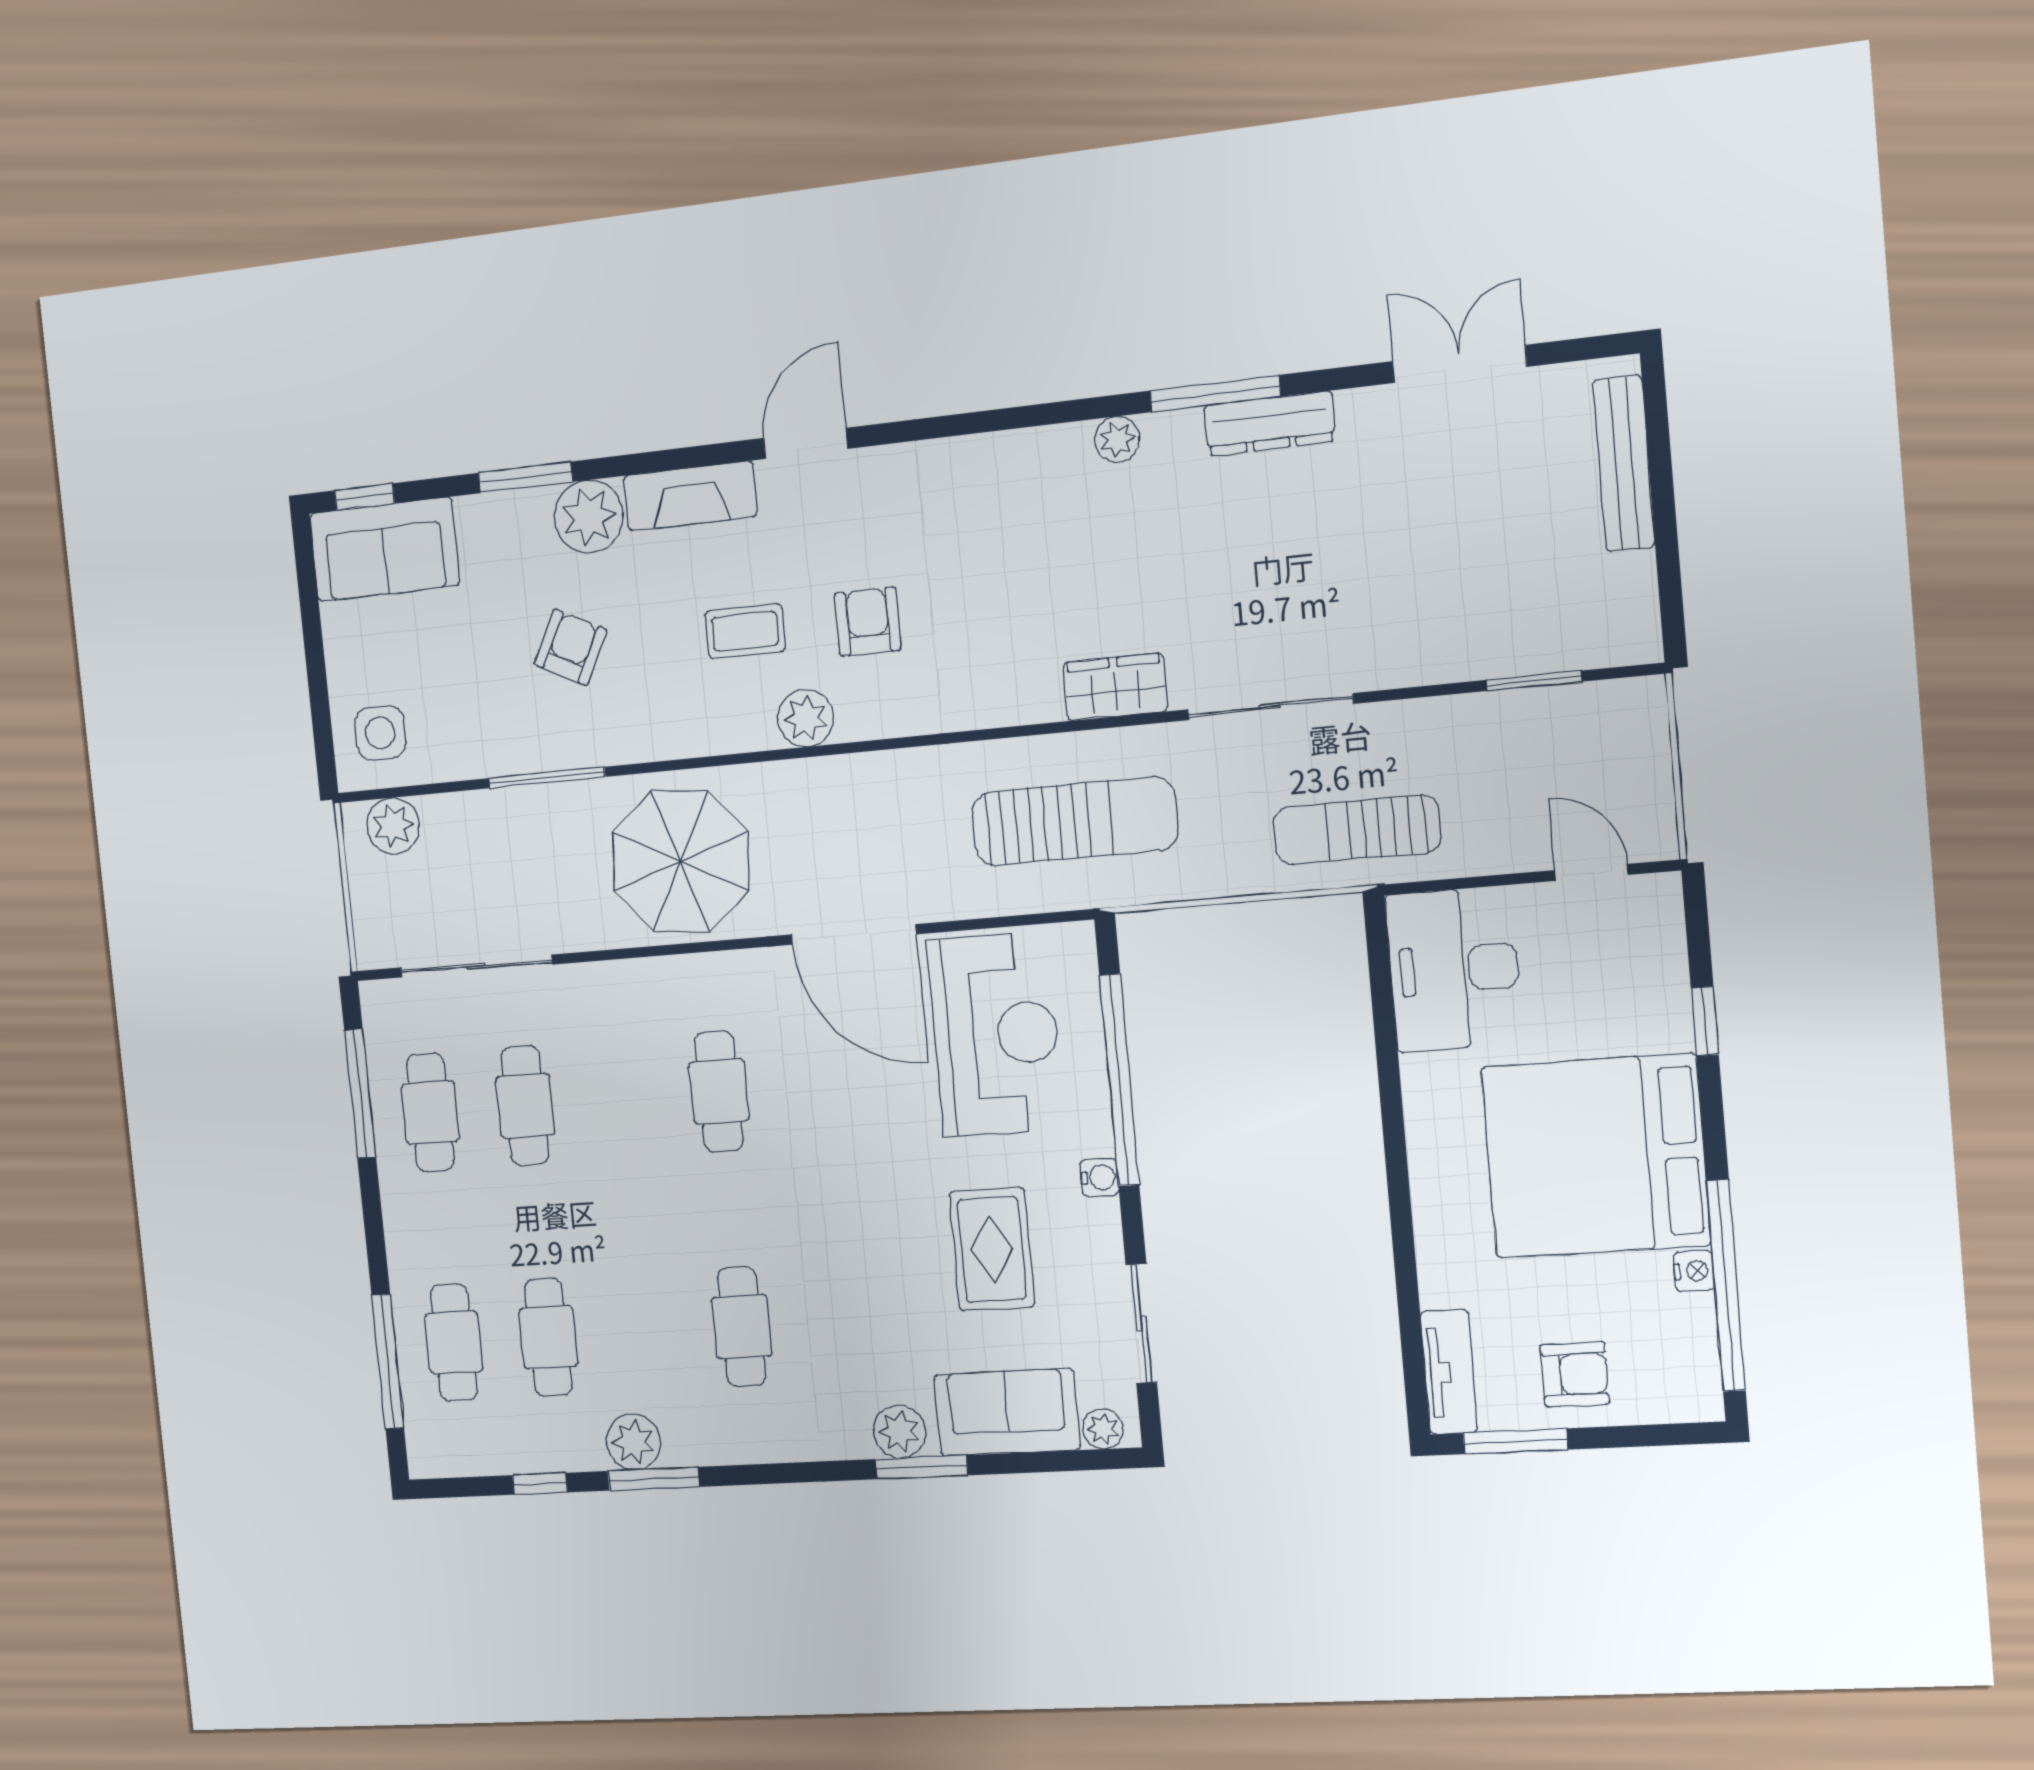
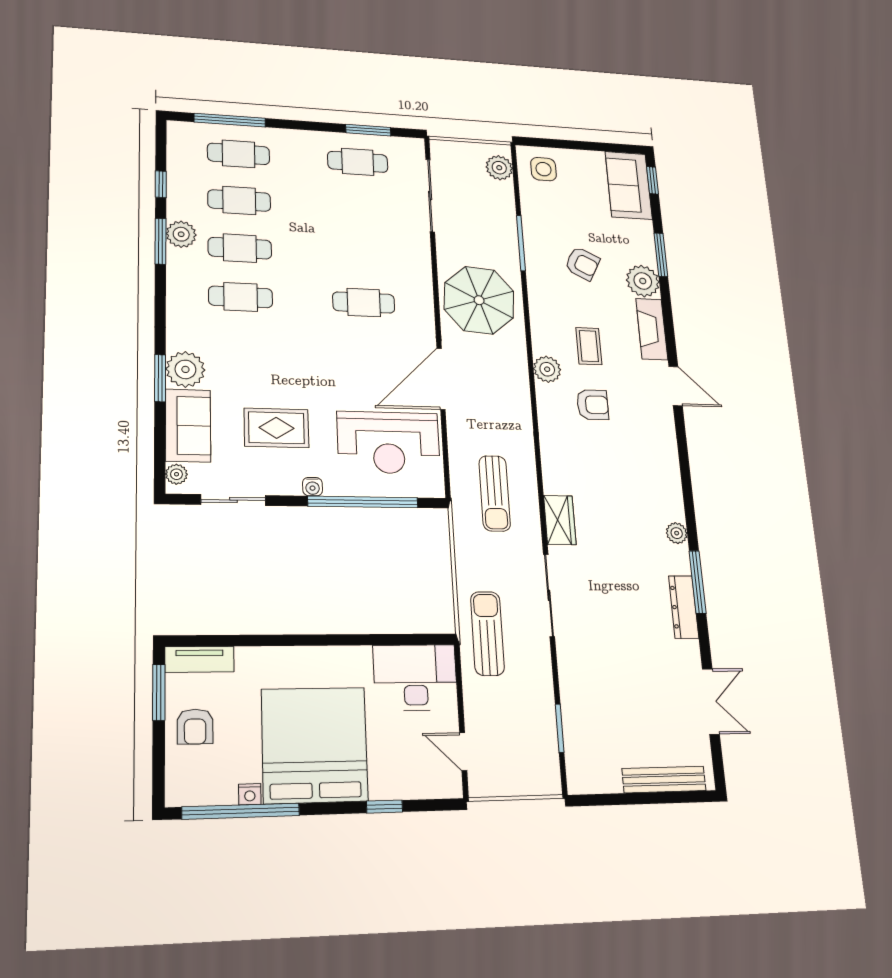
sun lounger: (1074, 821) -> (495, 493), width x0.73, depth x0.75
door: (1591, 872) -> (463, 751), swing flipped
window: (360, 1094) -> (368, 130), width x0.69
cafe table: (525, 1106) -> (240, 248), moved
plant: (900, 1432) -> (185, 369), width x1.36, depth x1.36

